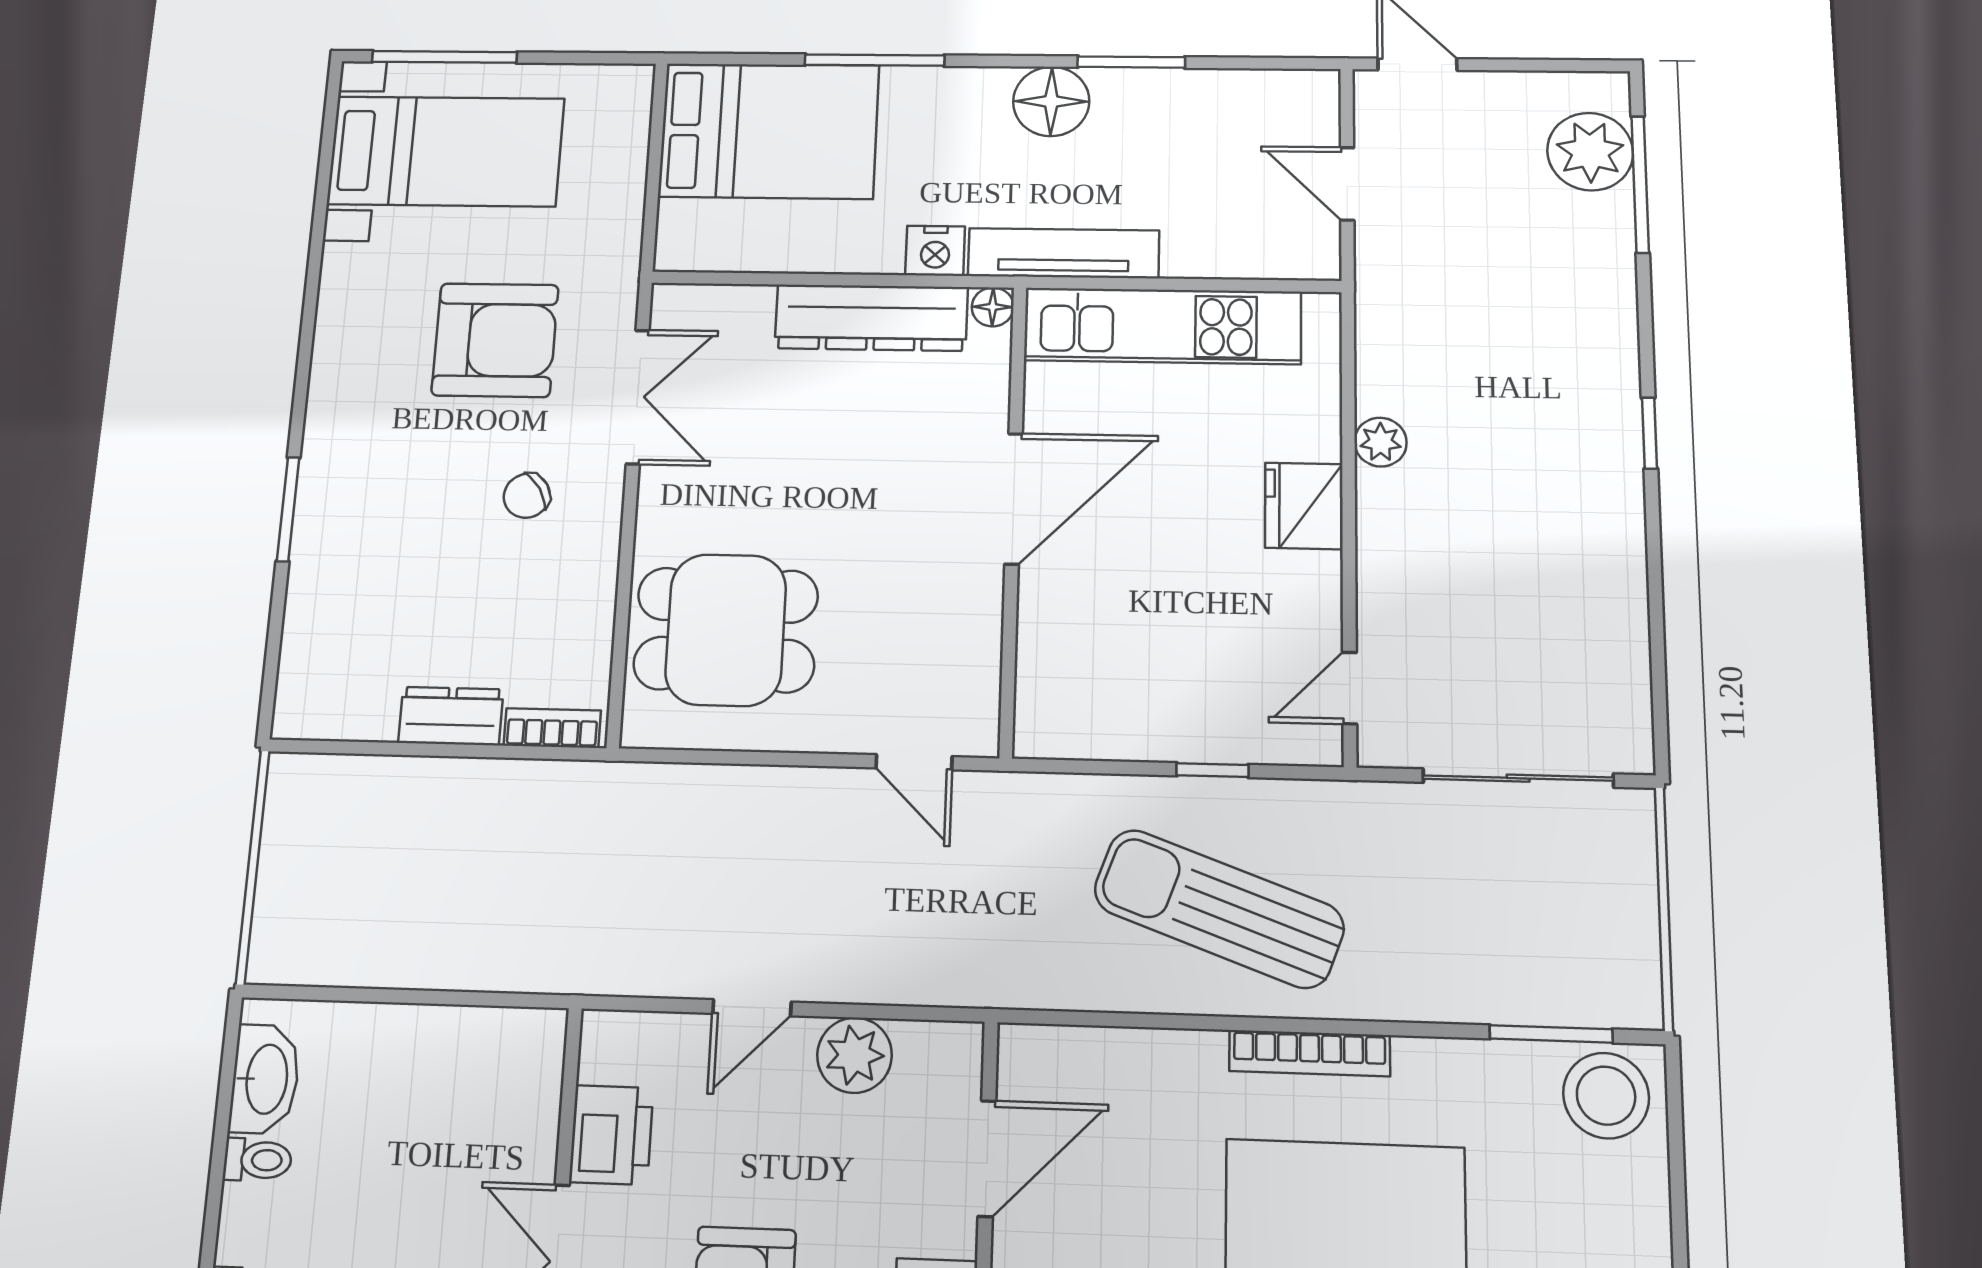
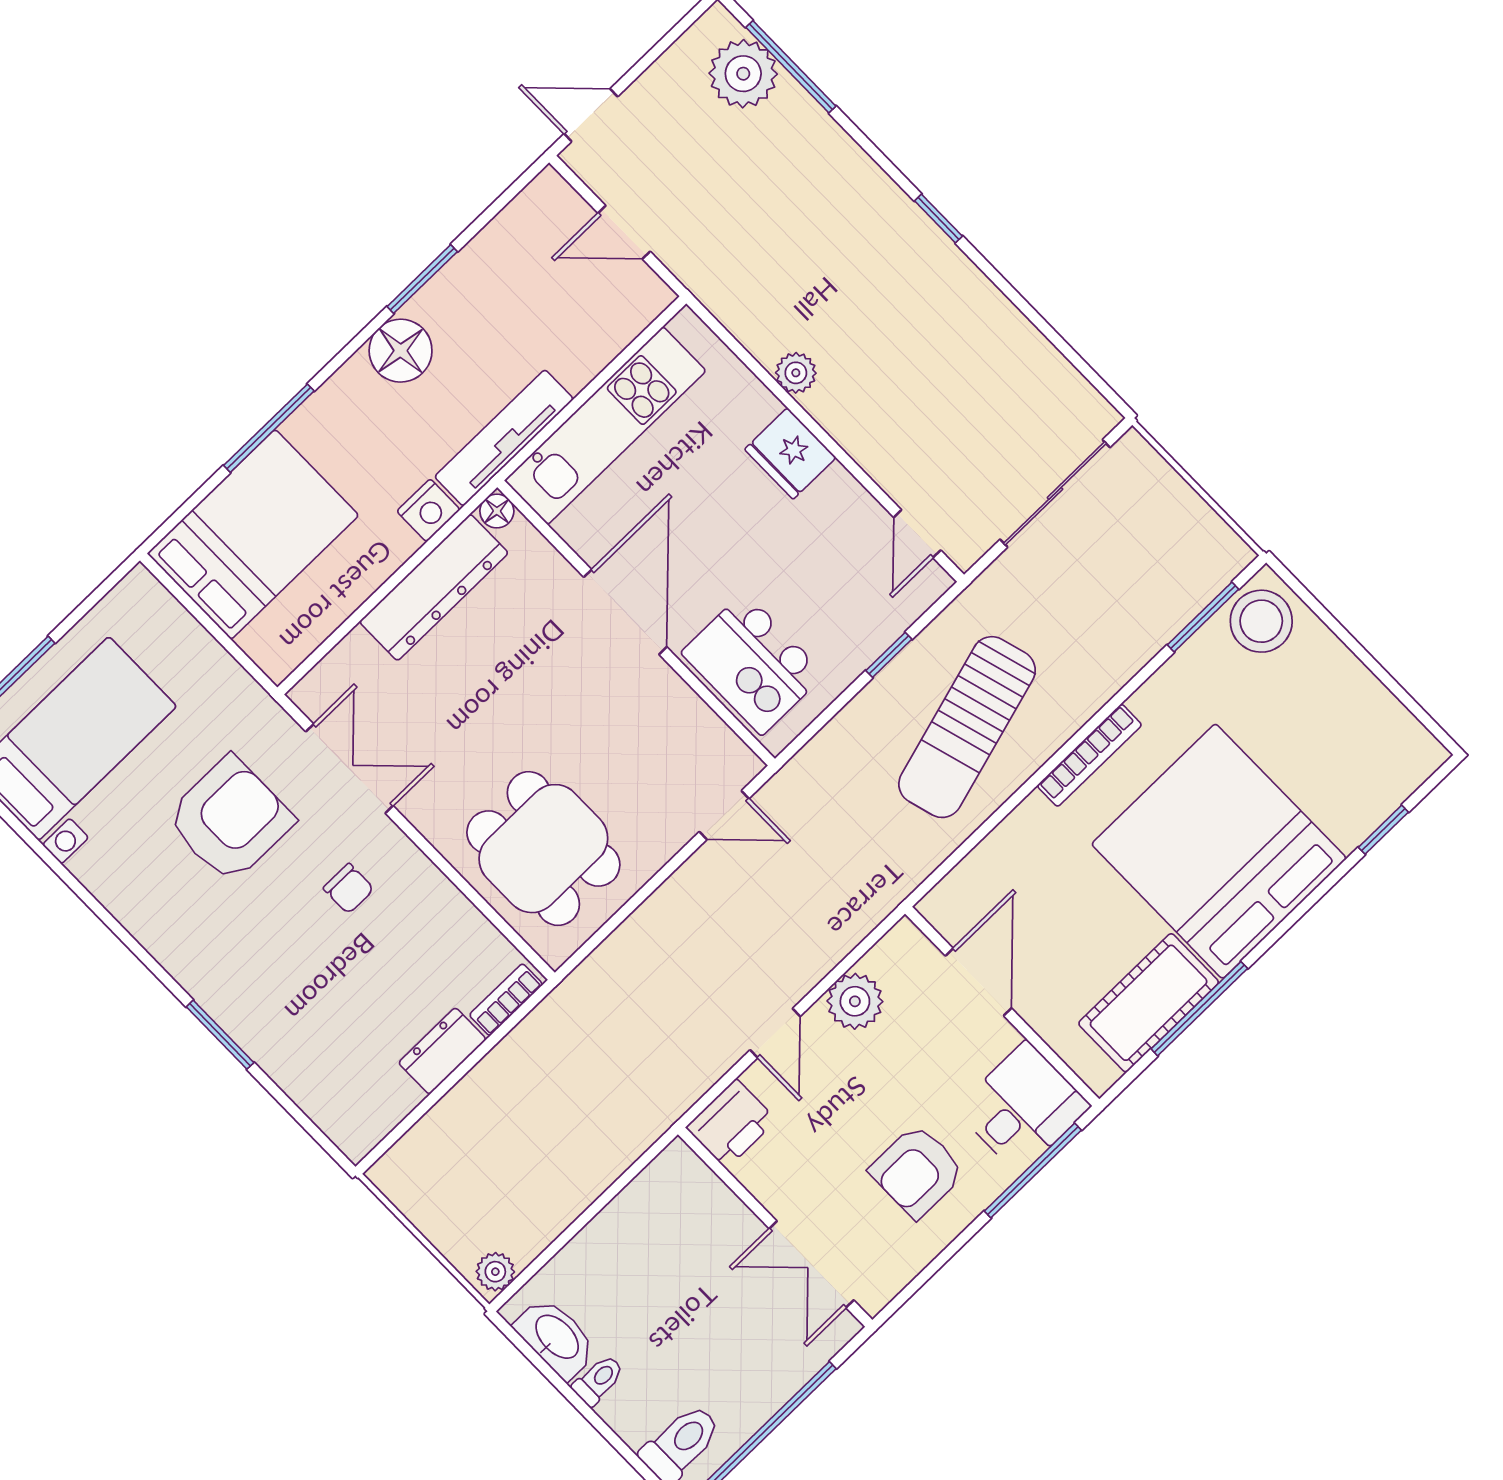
chair: (527, 496) -> (349, 889), turned -58
dining table: (726, 630) -> (543, 849), turned 90
kitchen island: (1080, 655) -> (753, 663), added
sun lounger: (1219, 909) -> (967, 727), turned -36
plant: (281, 961) -> (495, 1272), added
printer: (611, 1135) -> (731, 1124), moved, turned 90

